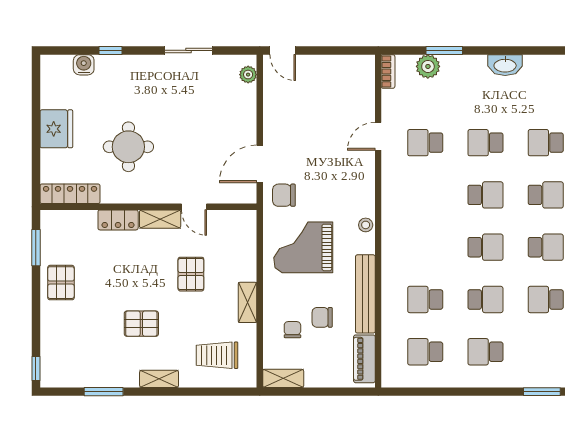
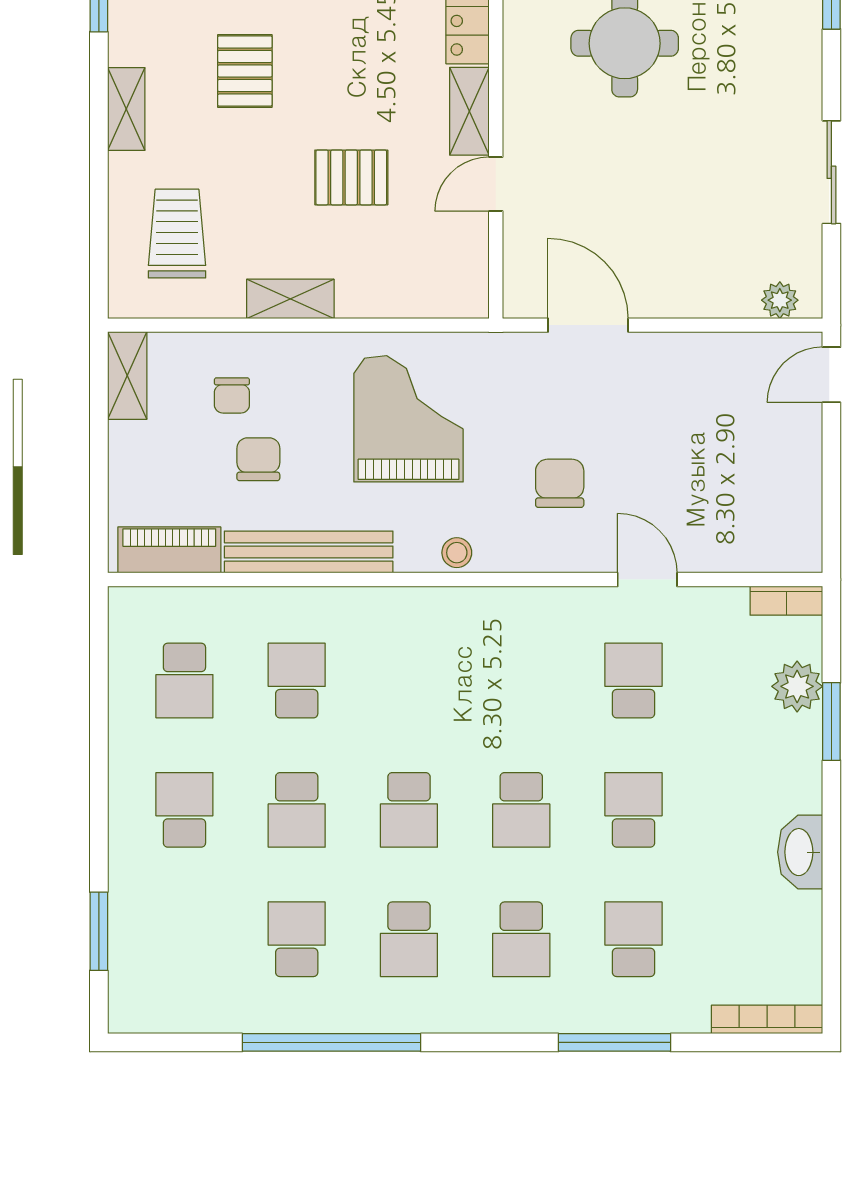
chair: (284, 195) -> (560, 483), moved
chair: (292, 330) -> (232, 395), turned 90
school desk: (425, 352) -> (184, 681), turned 180

